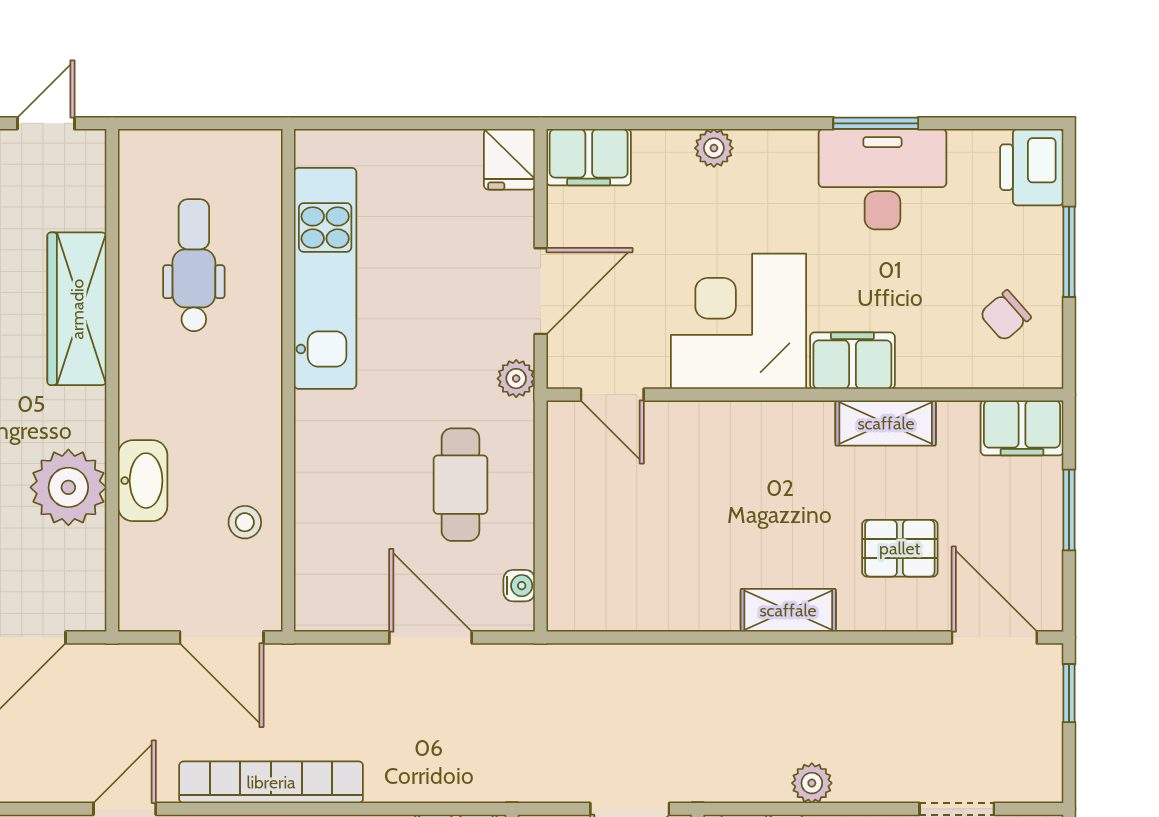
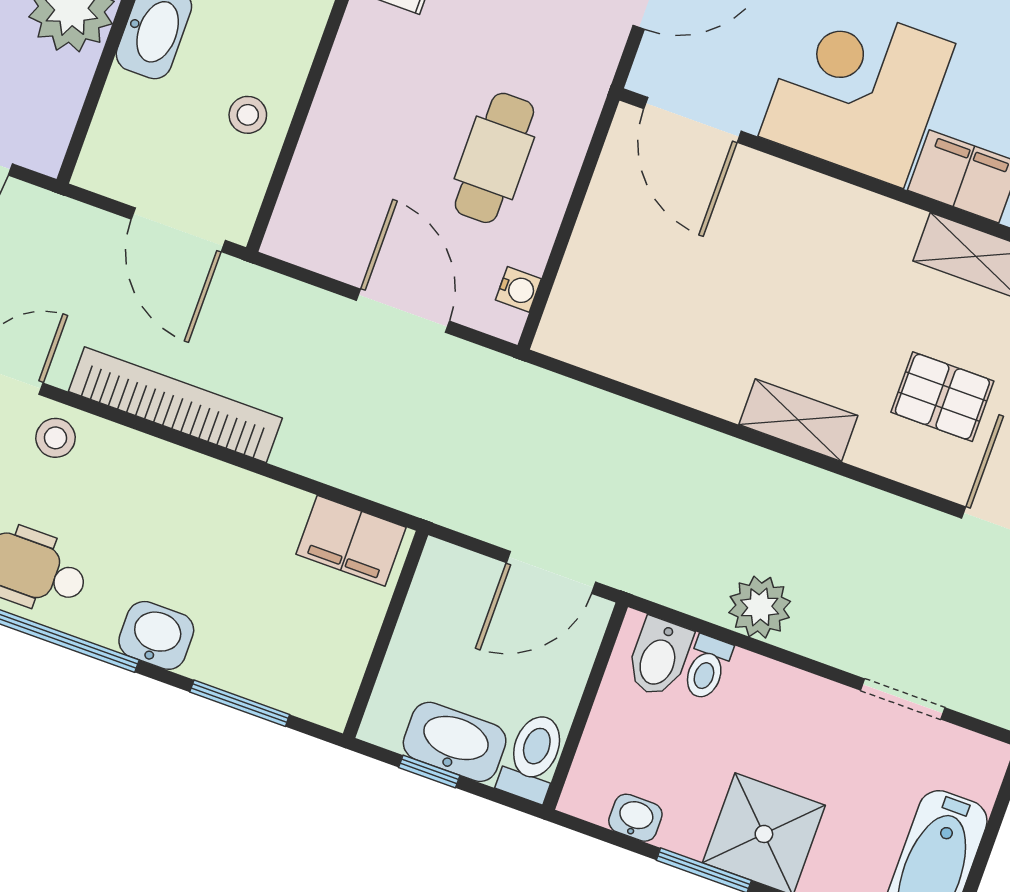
plant: (516, 379) -> (595, 65), removed
door: (612, 395) -> (692, 120), width x1.38
plant: (812, 783) -> (760, 607), width x1.38, depth x1.38

